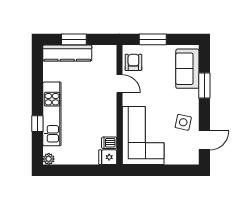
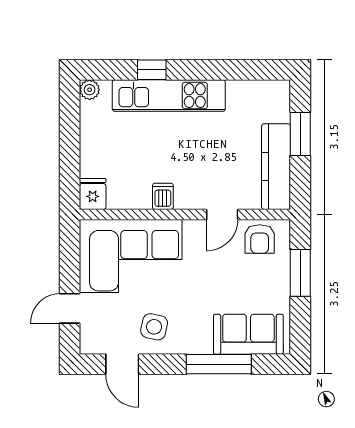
kitchen counter: (67, 53) -> (276, 167), moved
armchair: (133, 62) -> (260, 239), turned 90
window: (204, 86) -> (219, 364), width x1.44
dishwasher: (109, 143) -> (163, 196), moved
door: (173, 170) -> (70, 308), added

